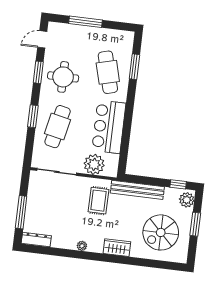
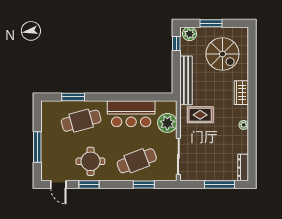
window: (33, 116) -> (144, 185), moved
cafe table: (58, 127) -> (137, 161), turned -33

